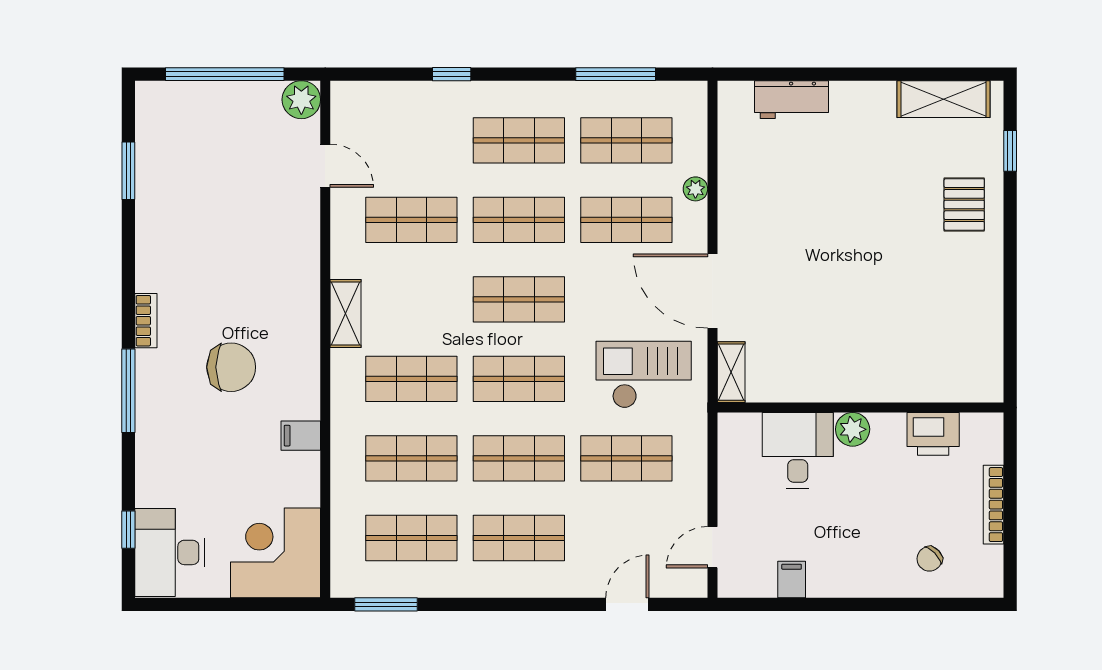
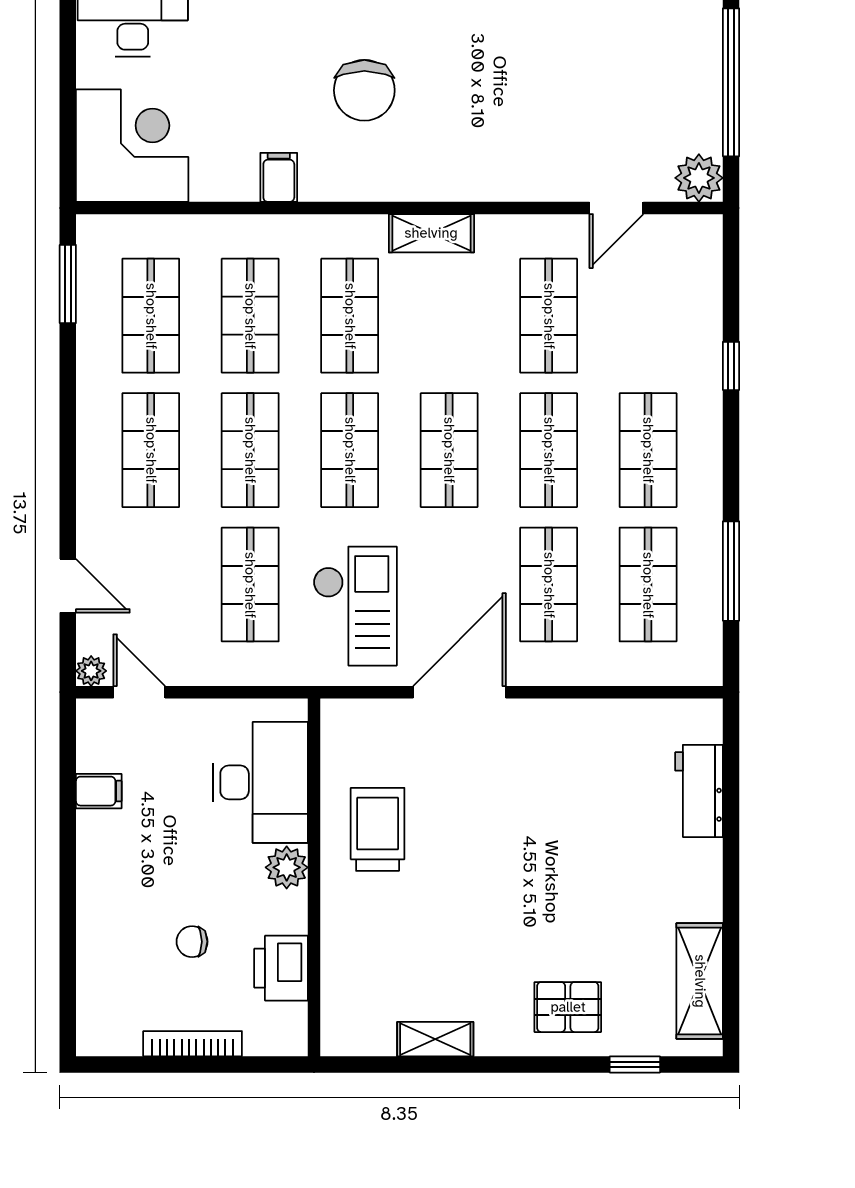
plant: (695, 189) -> (91, 671), moved
trolley: (822, 357) -> (378, 829), added
shelving: (731, 372) -> (435, 1039), moved
desk: (798, 450) -> (260, 782), width x1.37
chair: (930, 559) -> (192, 942), moved, turned -46

